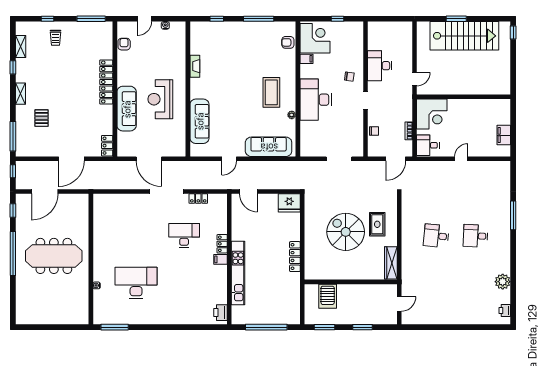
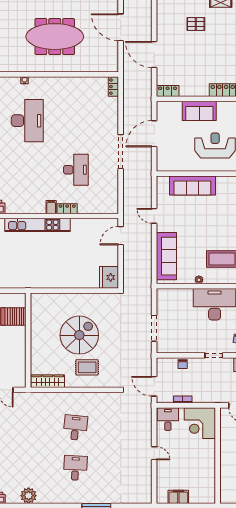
sofa: (127, 109) -> (199, 111), width x0.73
locker: (198, 199) -> (113, 87), moved
meeting table: (54, 256) -> (55, 37), turned 90
locker: (295, 257) -> (54, 283), removed

